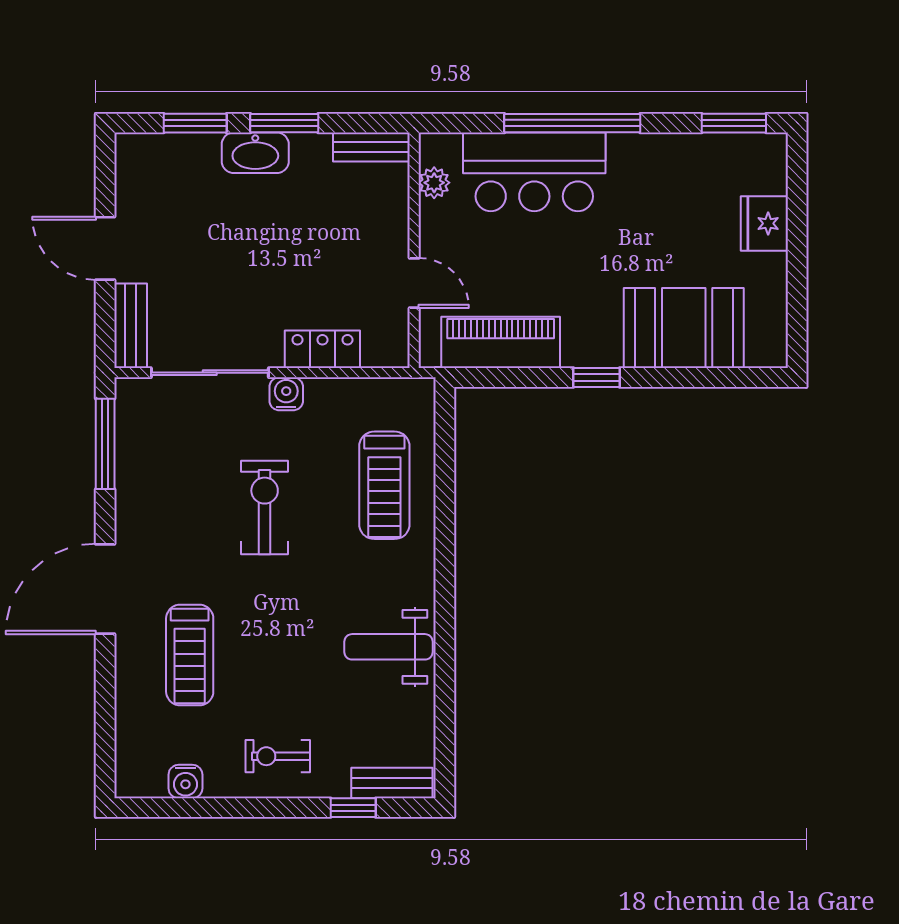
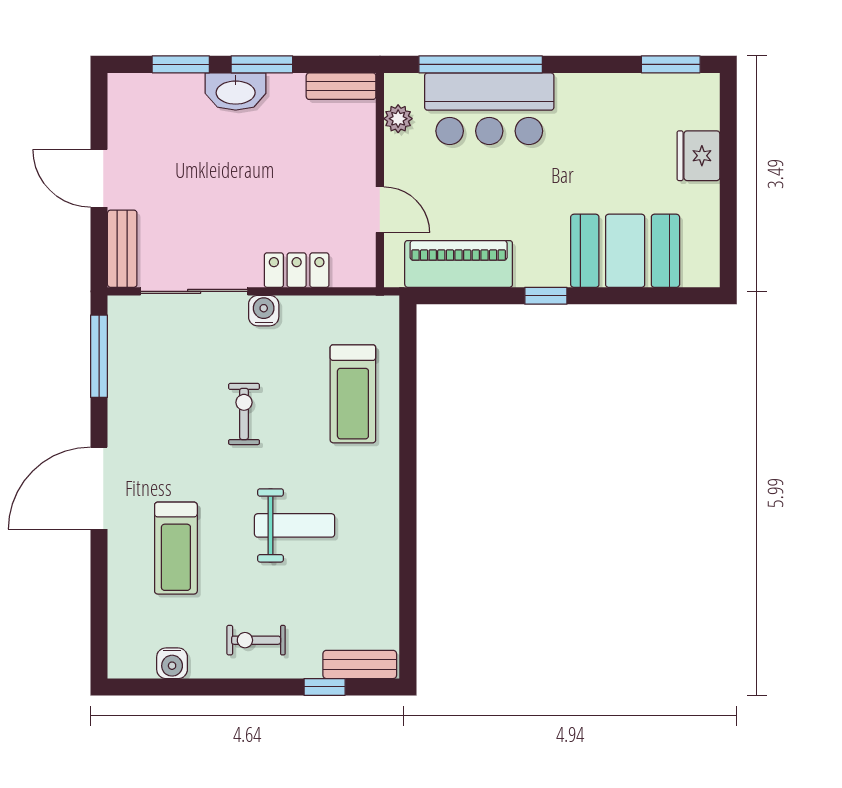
window: (572, 123) -> (481, 64), moved
exercise bike: (265, 507) -> (244, 414), width x0.73, depth x0.72
weight bench: (388, 647) -> (295, 525), moved, turned 180

